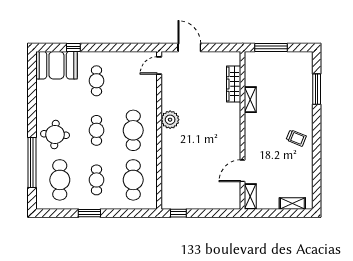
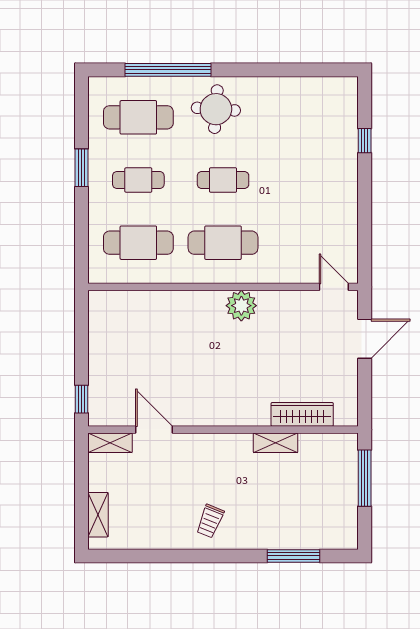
booth: (56, 65) -> (334, 112), removed
cafe table: (96, 81) -> (308, 180), removed
window: (178, 213) -> (81, 399), moved

